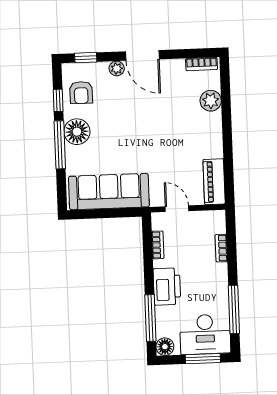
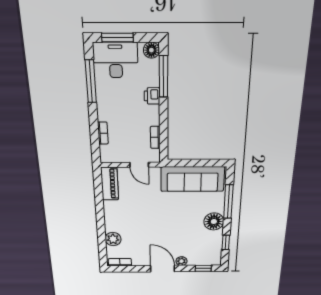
armchair: (81, 93) -> (208, 247), removed
window: (60, 145) -> (228, 202), moved
printer: (167, 287) -> (152, 96), width x0.53, depth x0.68

